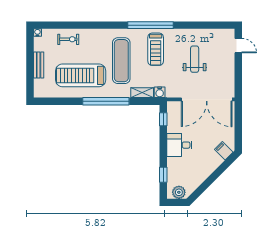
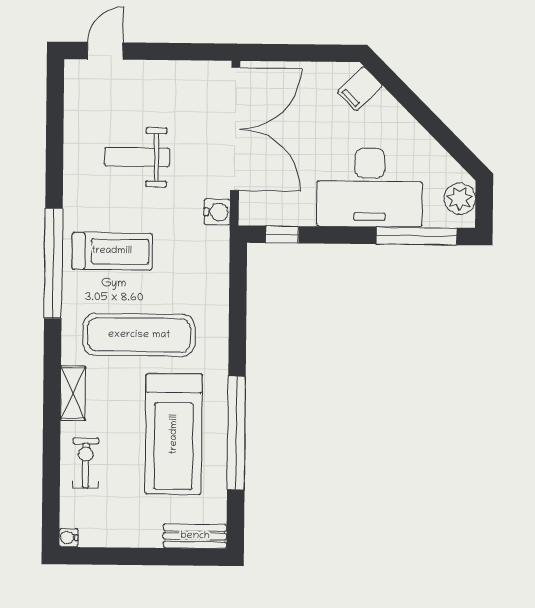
bench: (39, 65) -> (195, 536), moved
water cooler: (160, 92) -> (217, 212), moved
shelving: (142, 93) -> (73, 393), moved
window: (106, 101) -> (236, 433), moved
desk: (179, 145) -> (370, 187), width x1.87, depth x1.30
window: (163, 175) -> (417, 236), width x2.17

